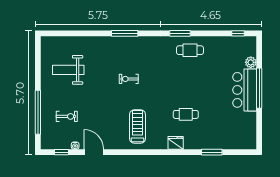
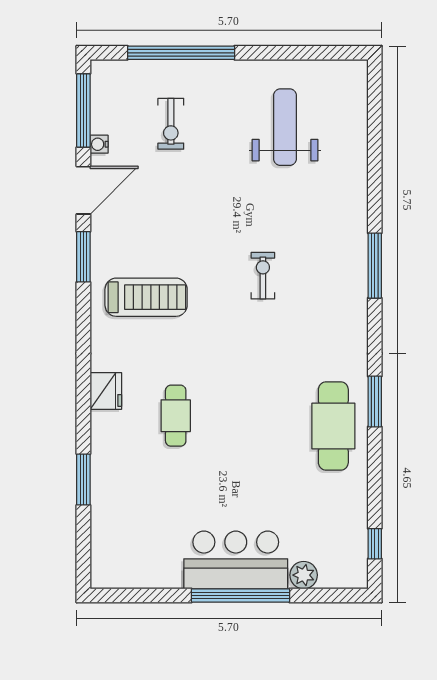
cafe table: (190, 50) -> (333, 426), width x1.37, depth x1.35
window: (61, 152) -> (83, 110), width x2.17
window: (121, 152) -> (83, 257), added

